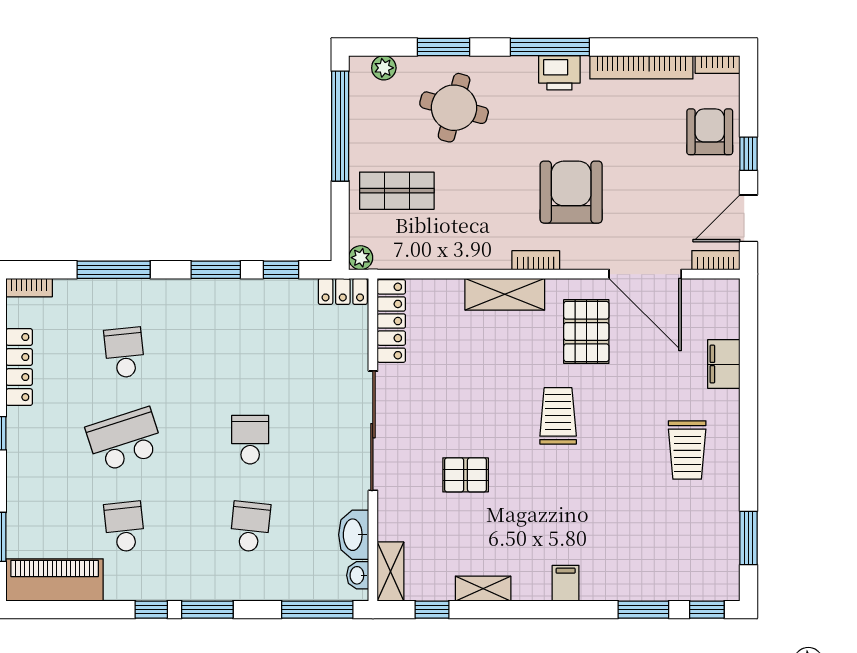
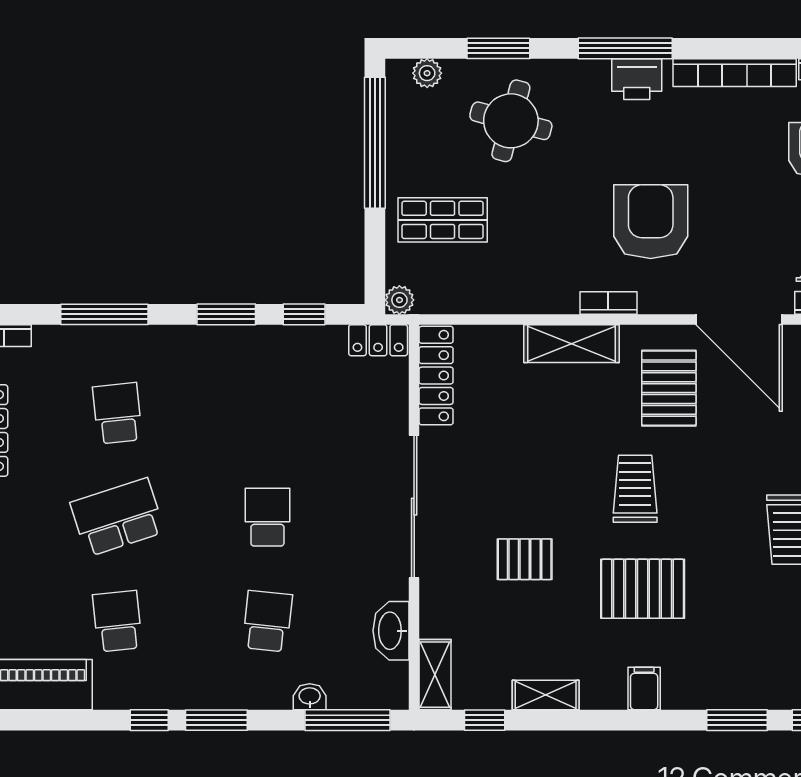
pallet: (564, 500) -> (643, 589), added
washbasin: (358, 575) -> (310, 697), moved, turned 90

